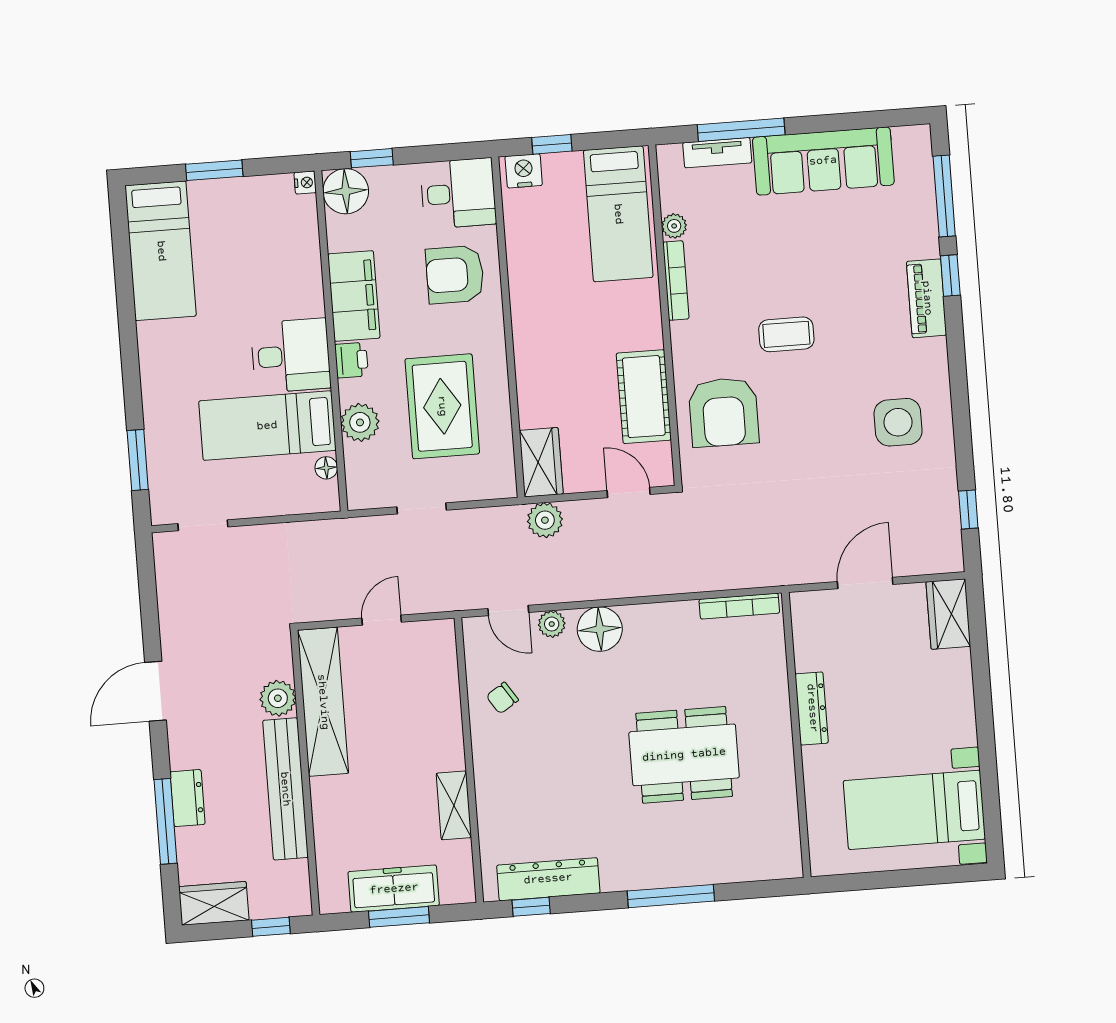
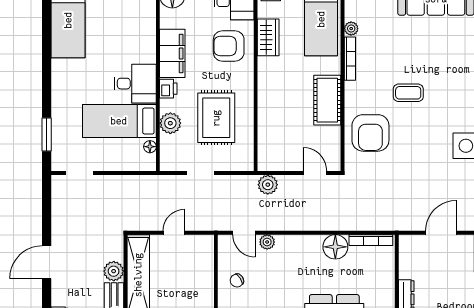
cot: (644, 397) -> (327, 100), moved
wardrobe: (541, 462) -> (268, 37), moved
floor lamp: (600, 629) -> (335, 247), moved

